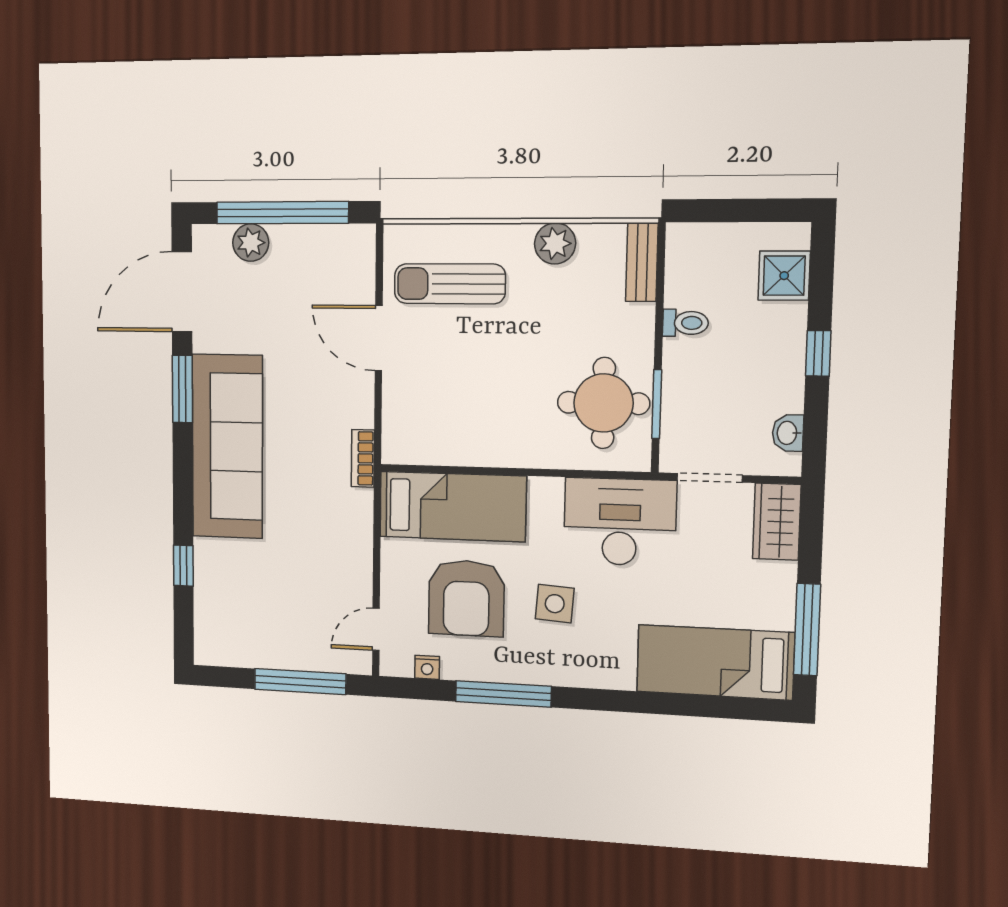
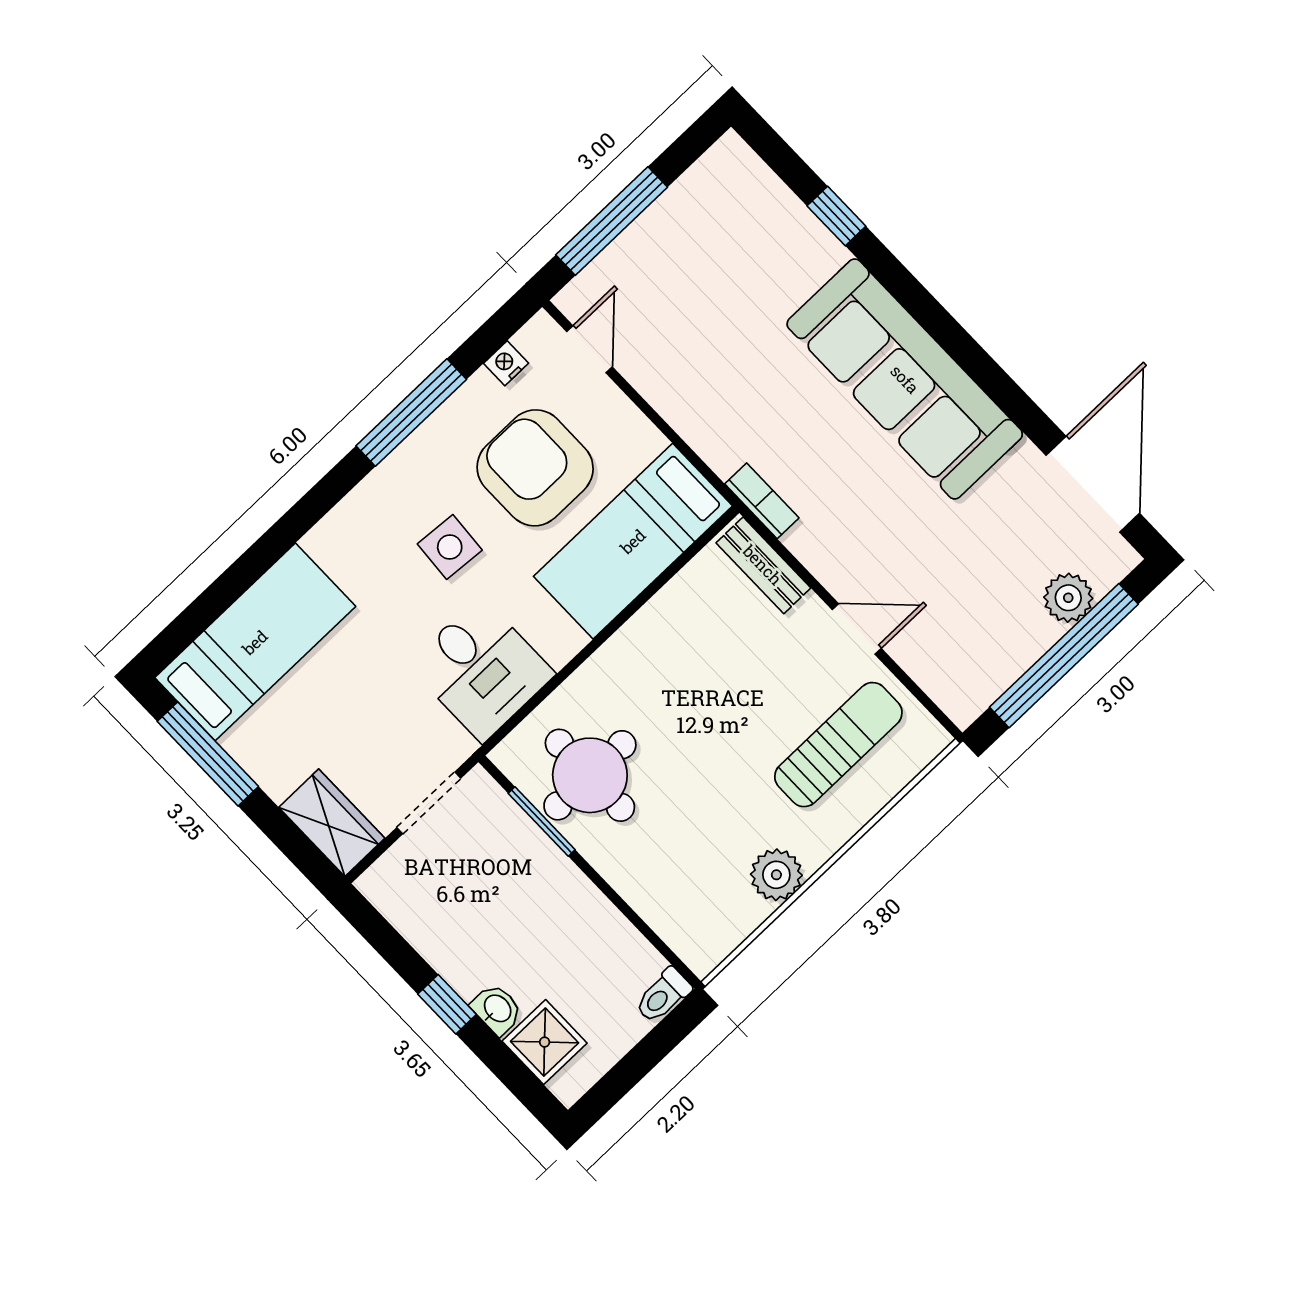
bench: (642, 262) -> (763, 565), moved
toilet: (685, 323) -> (663, 995), moved
door: (379, 338) -> (857, 629), width x0.73
window: (182, 389) -> (1003, 390), removed
washbasin: (788, 433) -> (497, 1009), moved
desk: (620, 522) -> (481, 669), width x0.73

